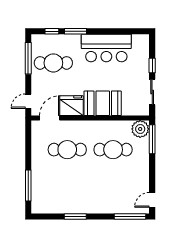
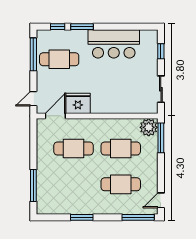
window: (152, 66) -> (161, 51), moved
booth: (103, 103) -> (110, 101), removed
cafe table: (113, 184) -> (121, 184), added

